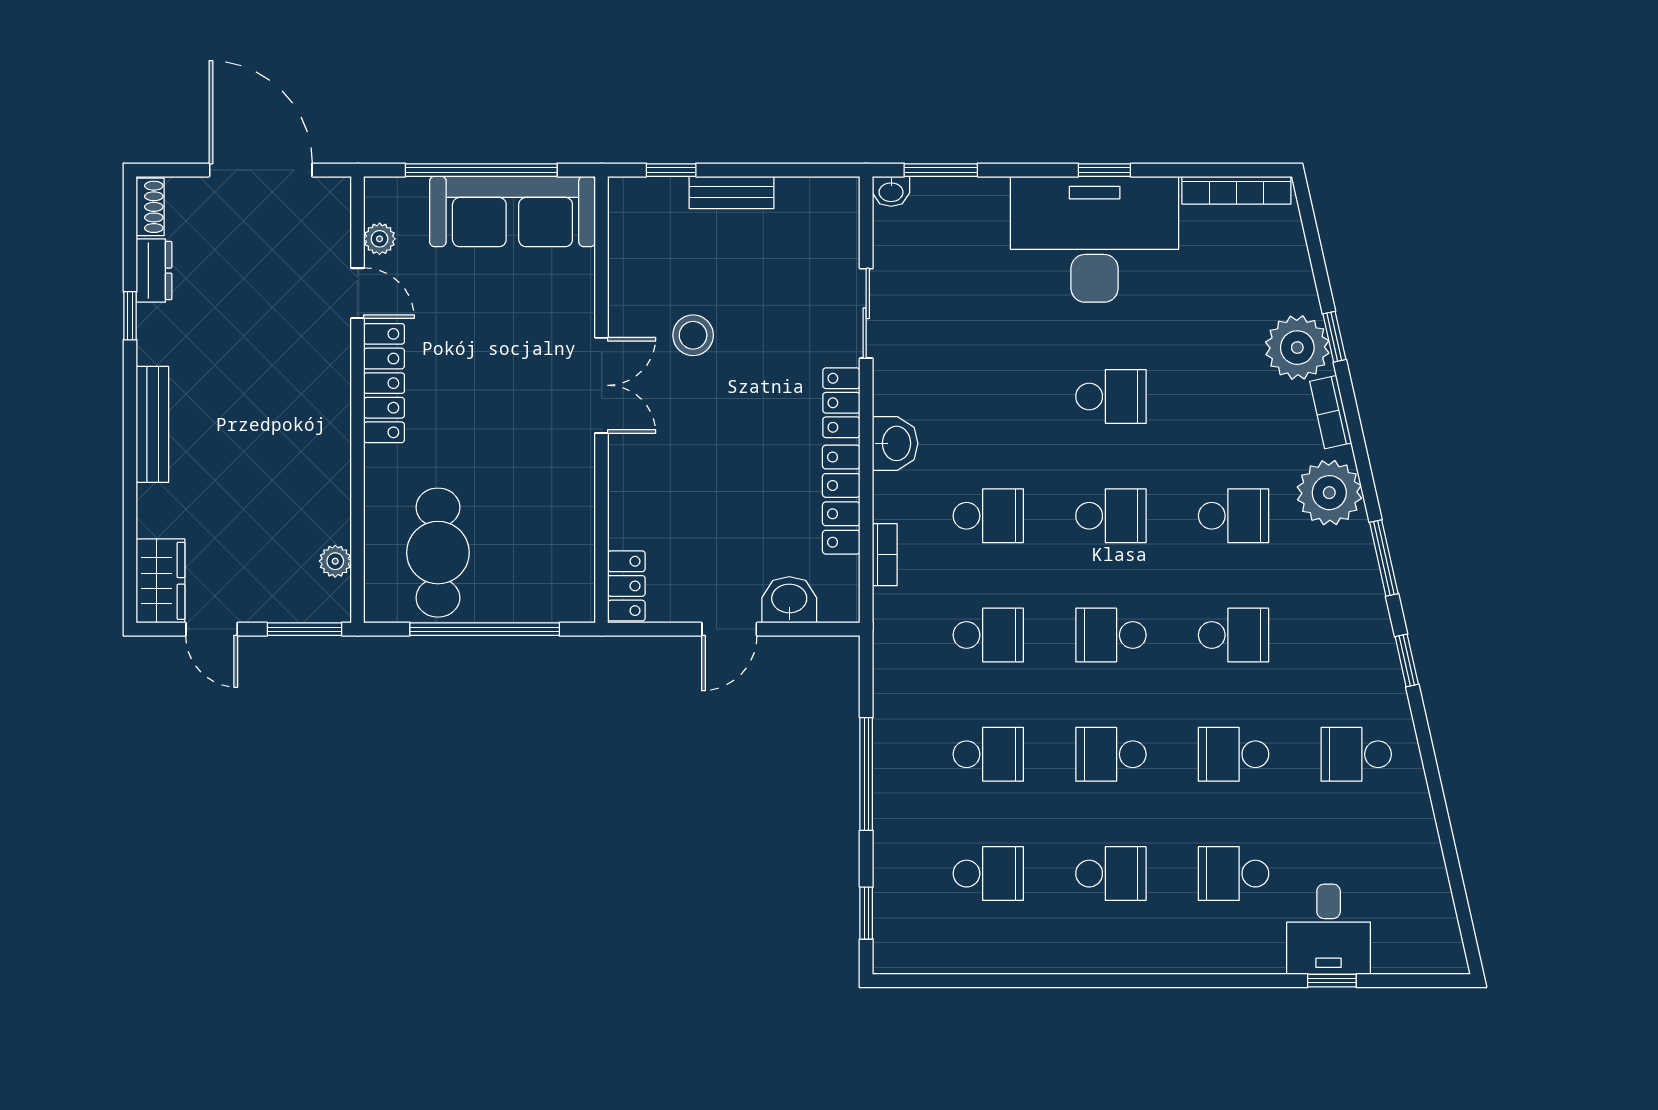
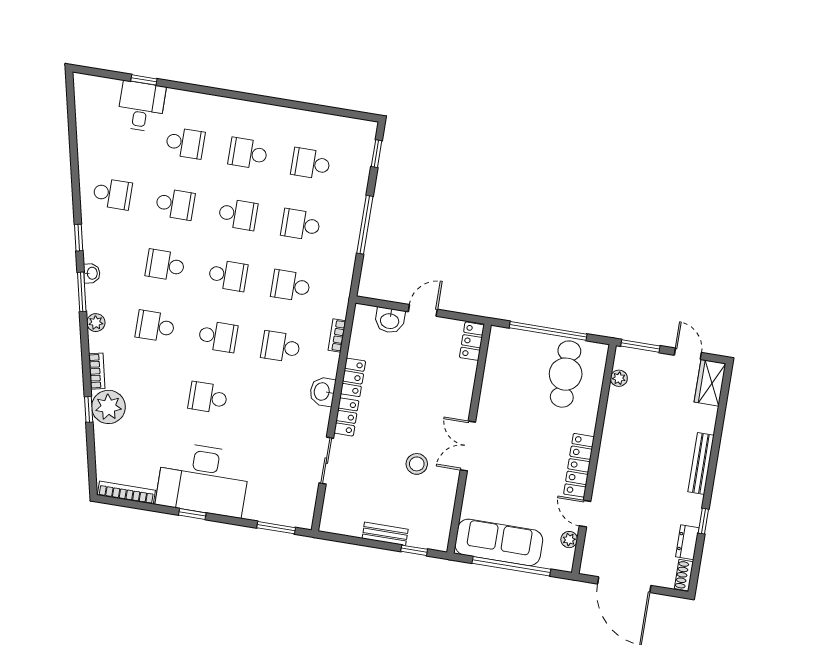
washbasin: (891, 191) -> (92, 273), moved, turned 77
plant: (1329, 493) -> (96, 323), width x0.53, depth x0.53
locker: (841, 500) -> (353, 377), width x0.66
school desk: (1111, 516) -> (218, 336), turned 180

